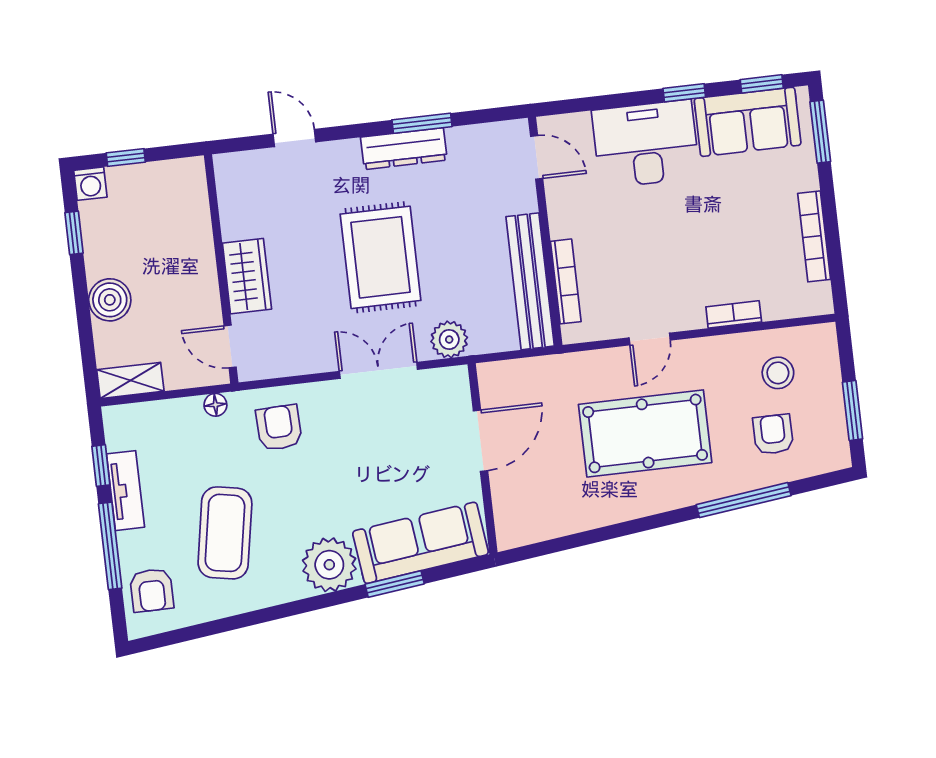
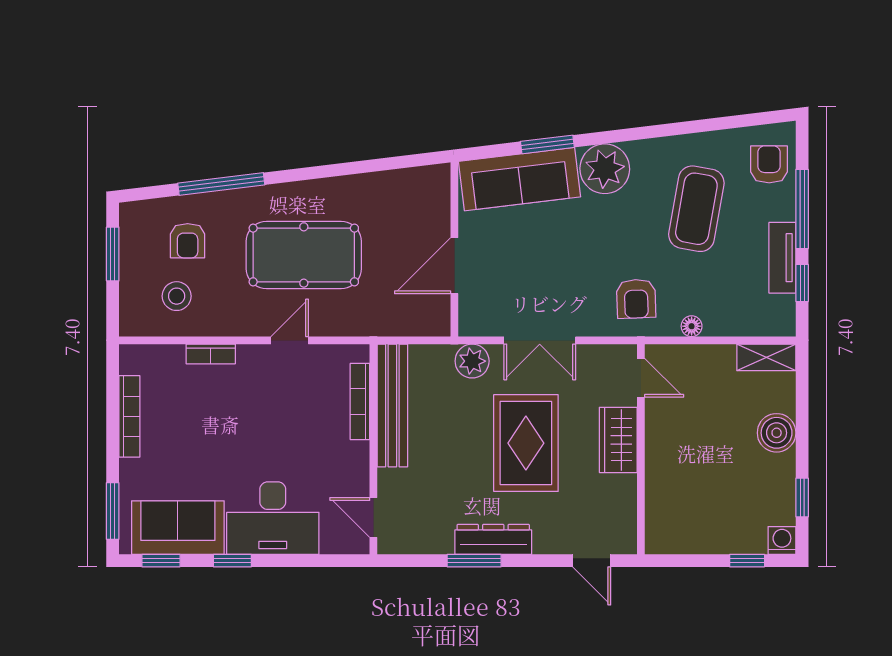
wall: (221, 269) -> (641, 449), moved
wardrobe: (247, 276) -> (618, 440), moved
door: (230, 346) -> (641, 378), moved

